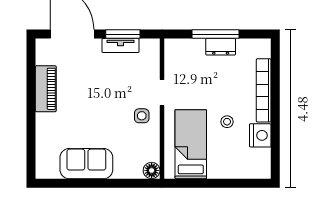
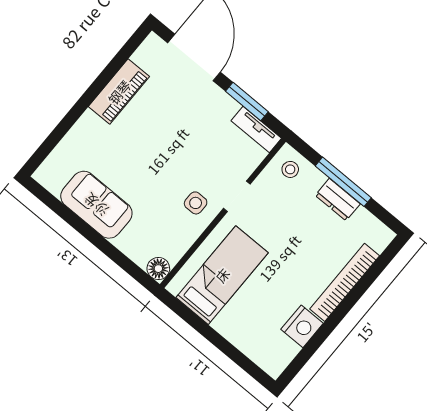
tv unit: (120, 46) -> (256, 129), moved
stool: (227, 122) -> (290, 169), moved

